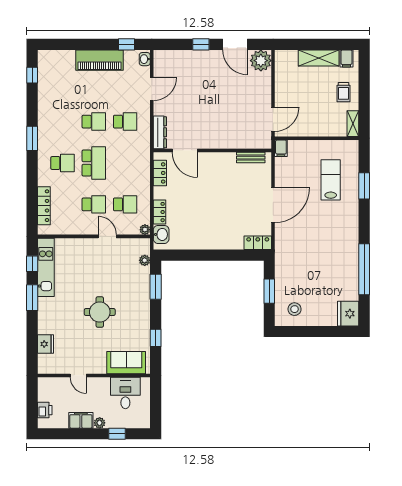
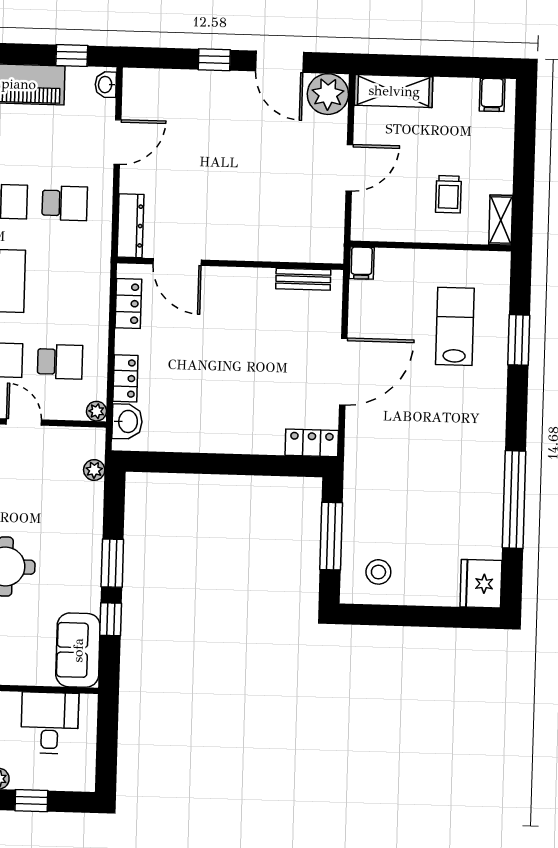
shelving: (319, 58) -> (394, 91), moved
trolley: (344, 92) -> (448, 194), moved
door: (273, 119) -> (349, 168), moved
window: (156, 287) -> (112, 563), moved
window: (269, 291) -> (331, 536), width x1.44
sofa: (126, 363) -> (78, 650), moved, turned -90

